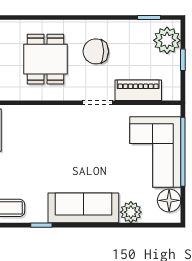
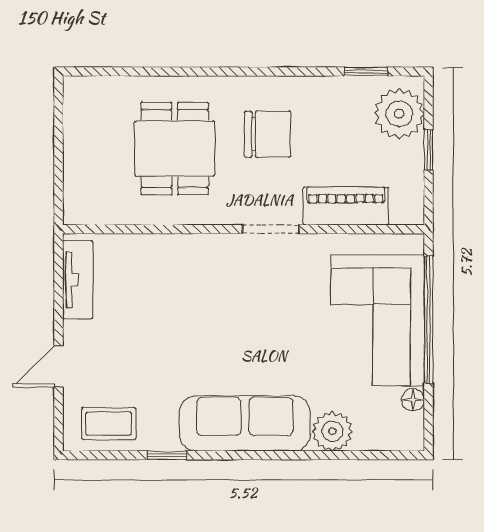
chair: (96, 51) -> (268, 134), turned 180
floor lamp: (169, 200) -> (413, 400), width x0.53, depth x0.53

